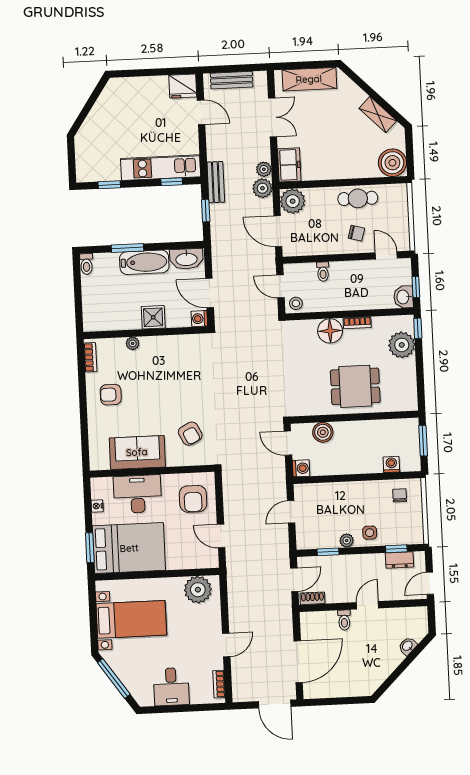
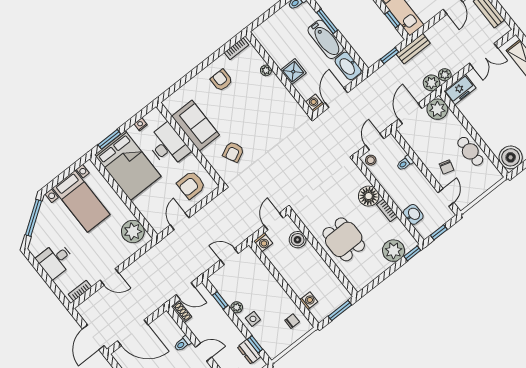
washbasin: (403, 297) -> (413, 214), moved, turned 90

